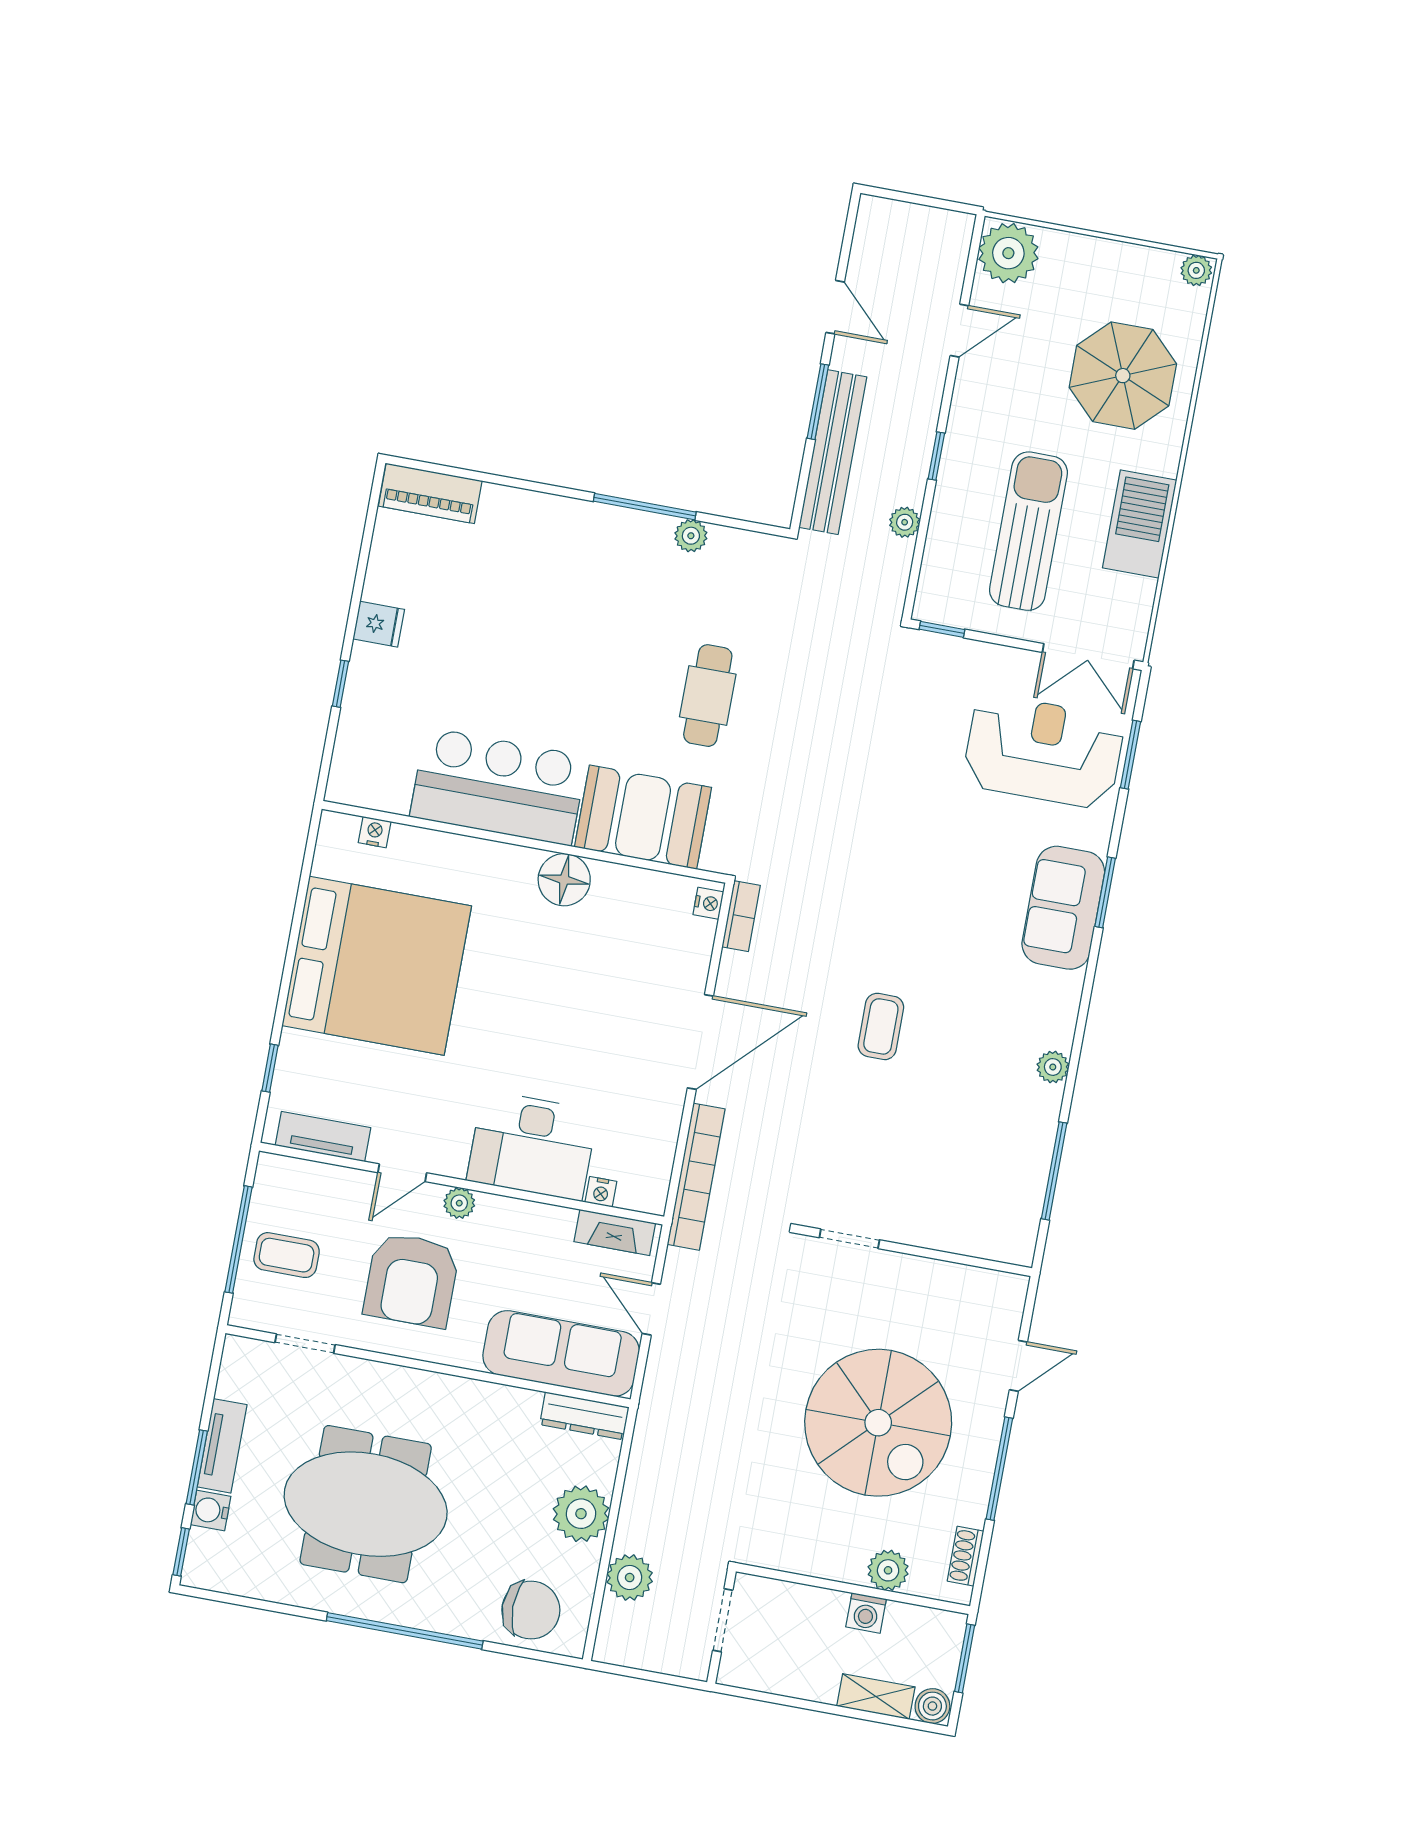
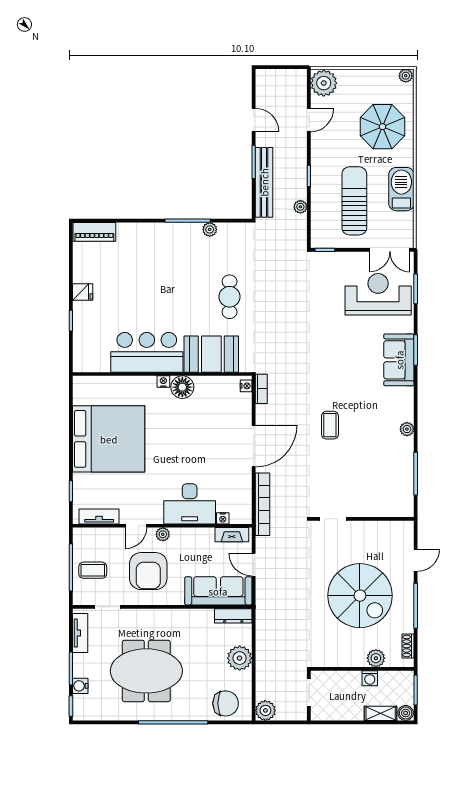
nightstand: (375, 832) -> (163, 382), moved
tv unit: (222, 1446) -> (80, 633), moved
plant: (630, 1578) -> (265, 710), moved

